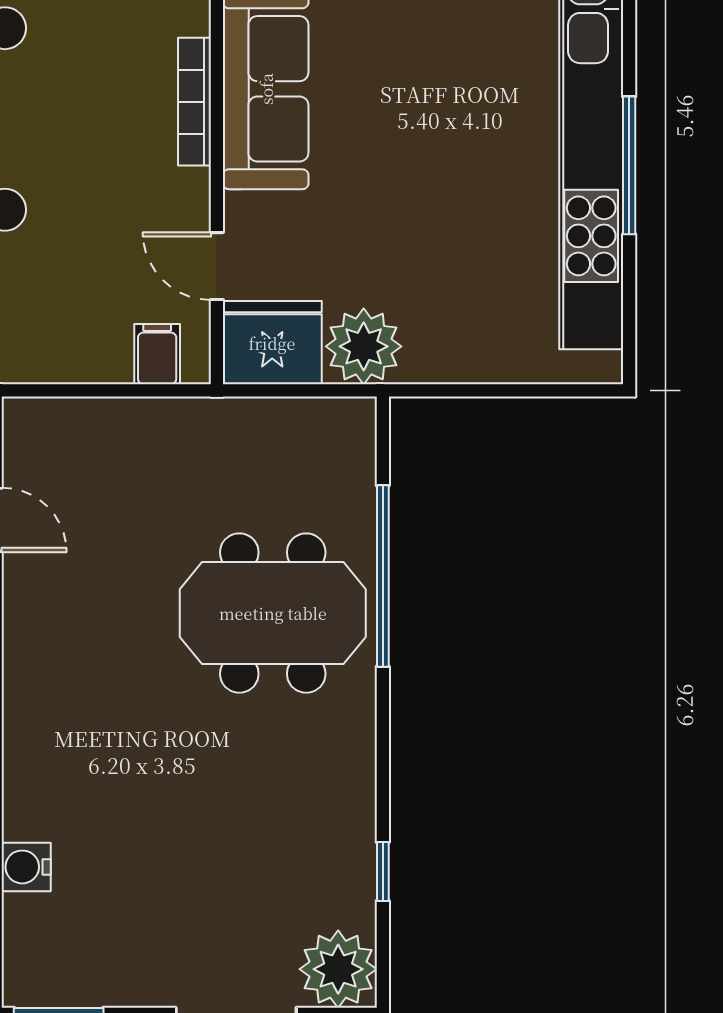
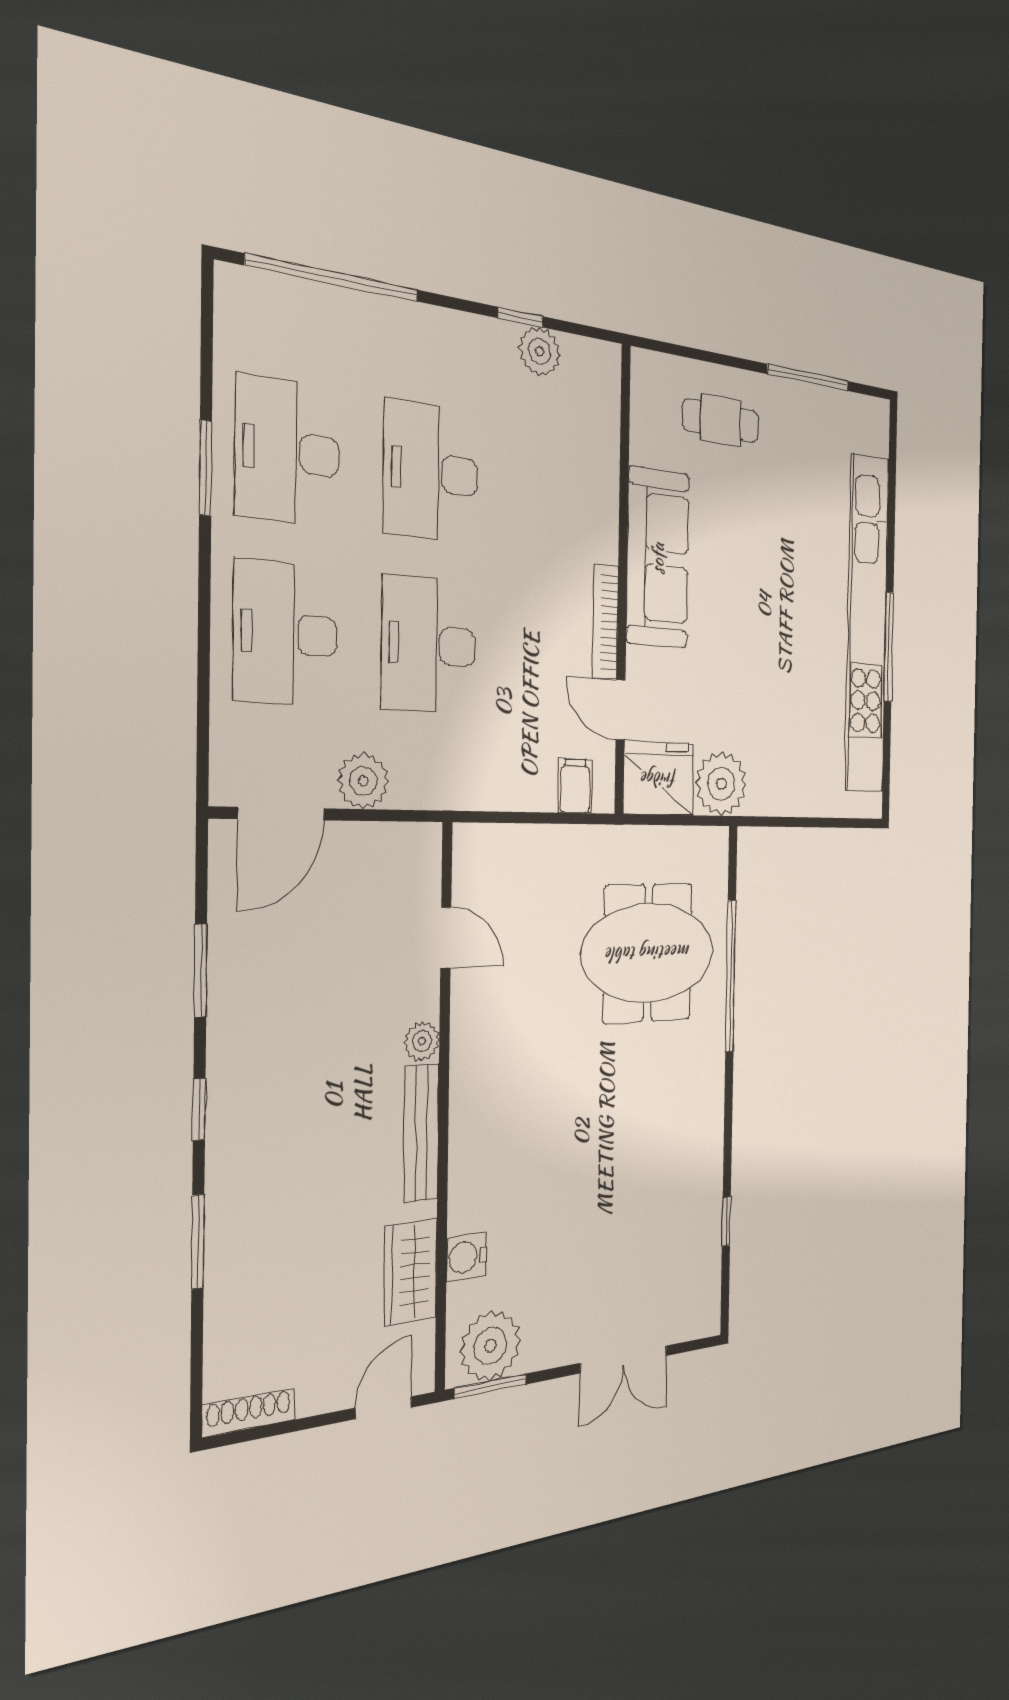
bookcase: (194, 102) -> (605, 622), moved
meeting table: (273, 613) -> (648, 953), moved
plant: (338, 969) -> (490, 1346), moved

